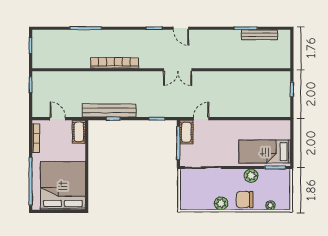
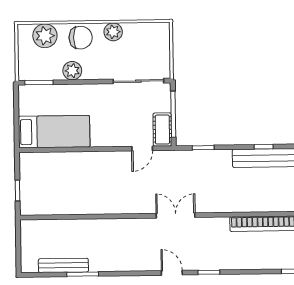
bed: (265, 152) -> (54, 132), moved
plant: (270, 205) -> (45, 36), width x1.87, depth x1.87

